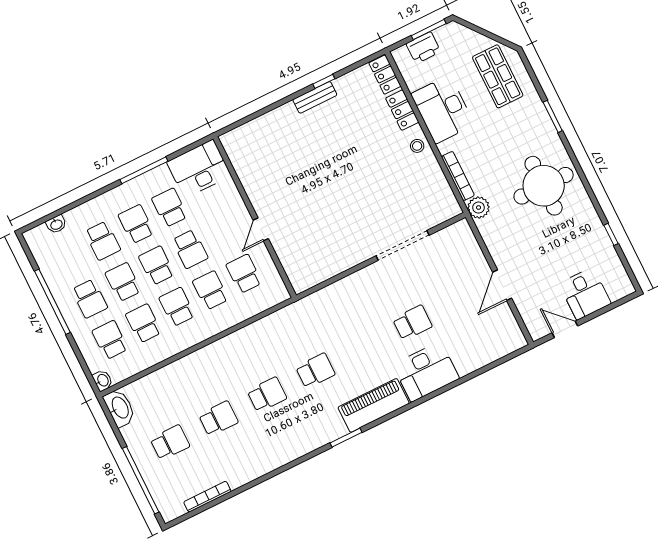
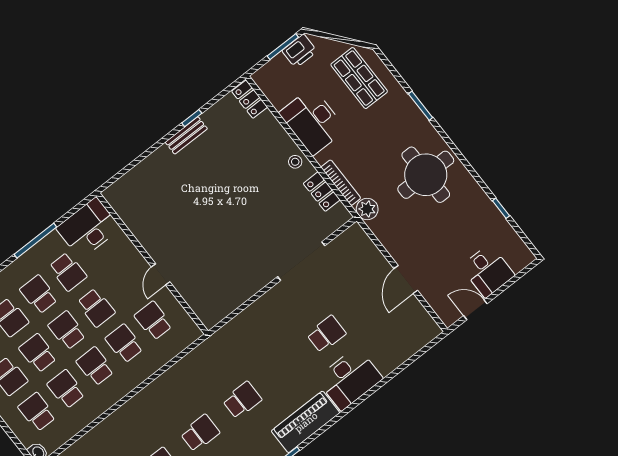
printer: (423, 48) -> (300, 51), moved
locker: (402, 110) -> (322, 192), moved
school desk: (170, 208) -> (68, 272), turned 180

